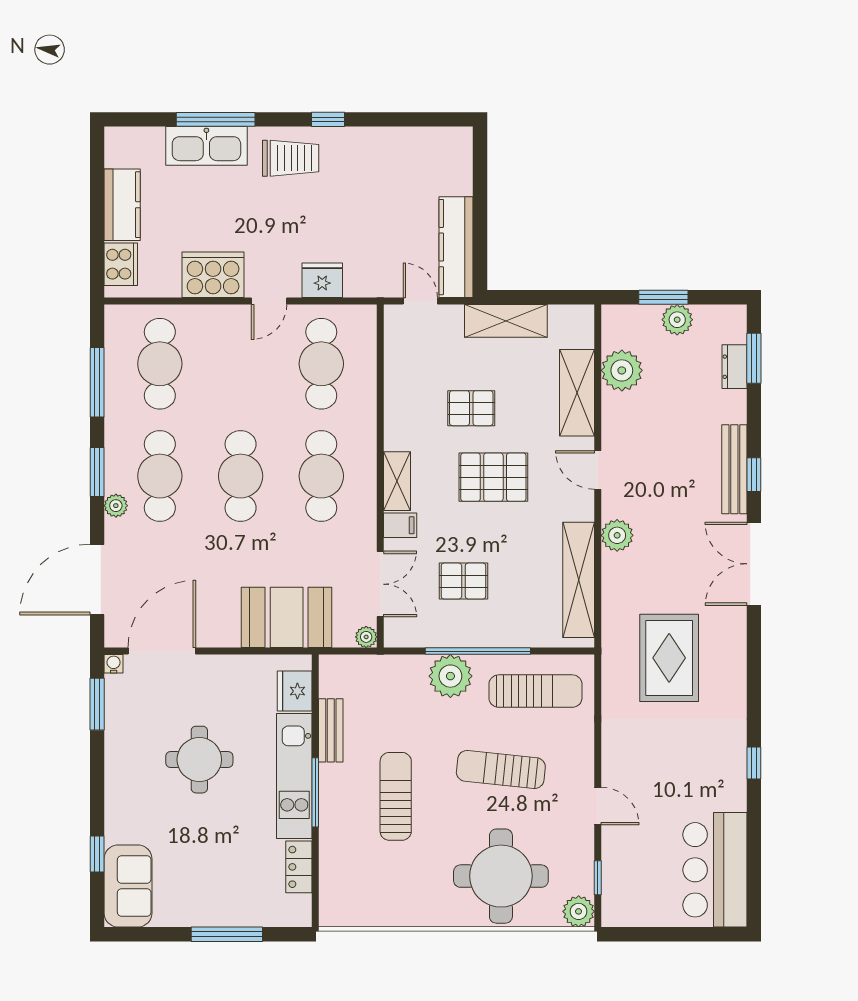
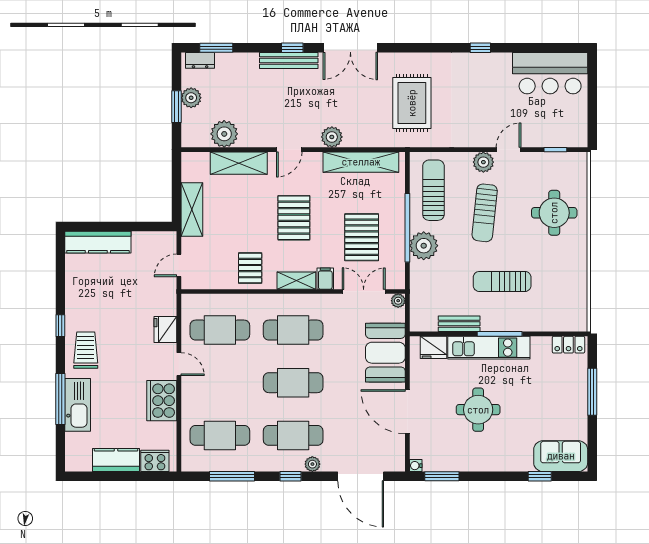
kitchen counter: (456, 247) -> (98, 242), moved
dresser: (734, 367) -> (200, 60), moved
pallet: (471, 408) -> (250, 268), moved
window: (97, 472) -> (291, 476), width x0.67
pallet: (463, 581) -> (362, 237), width x1.50, depth x1.42
door: (162, 651) -> (407, 412), moved
rug: (669, 658) -> (412, 103), turned 90
locker: (299, 867) -> (568, 345), moved
round table: (501, 876) -> (554, 213), width x0.73, depth x0.73
plant: (579, 911) -> (483, 162), moved

